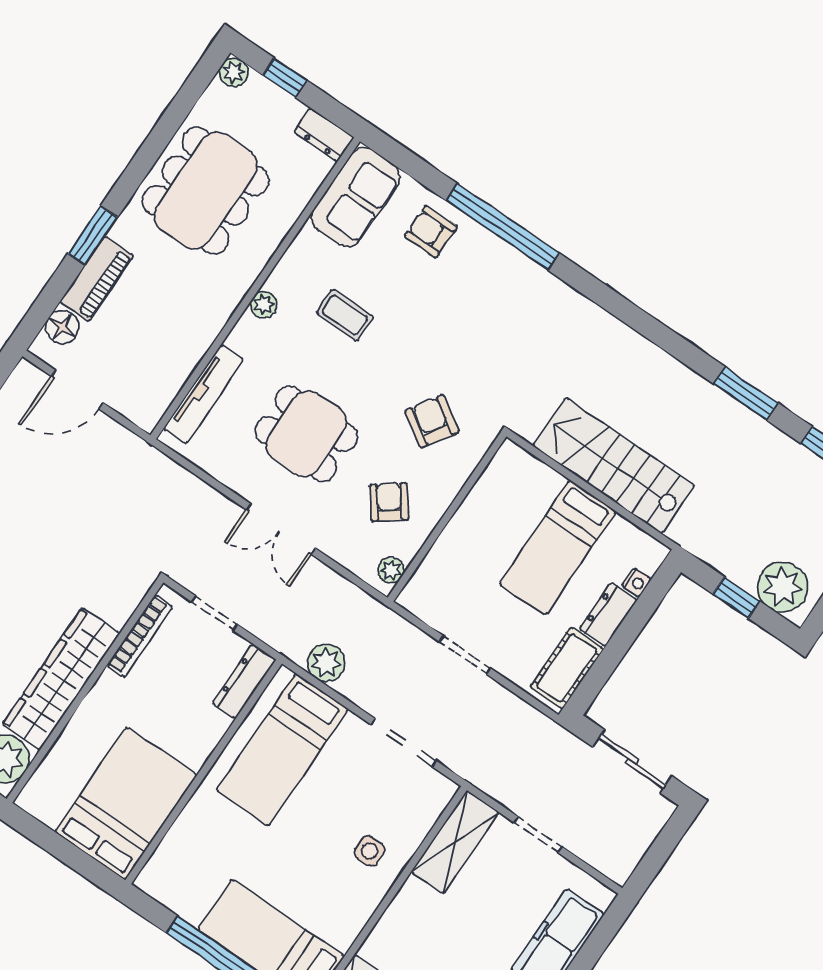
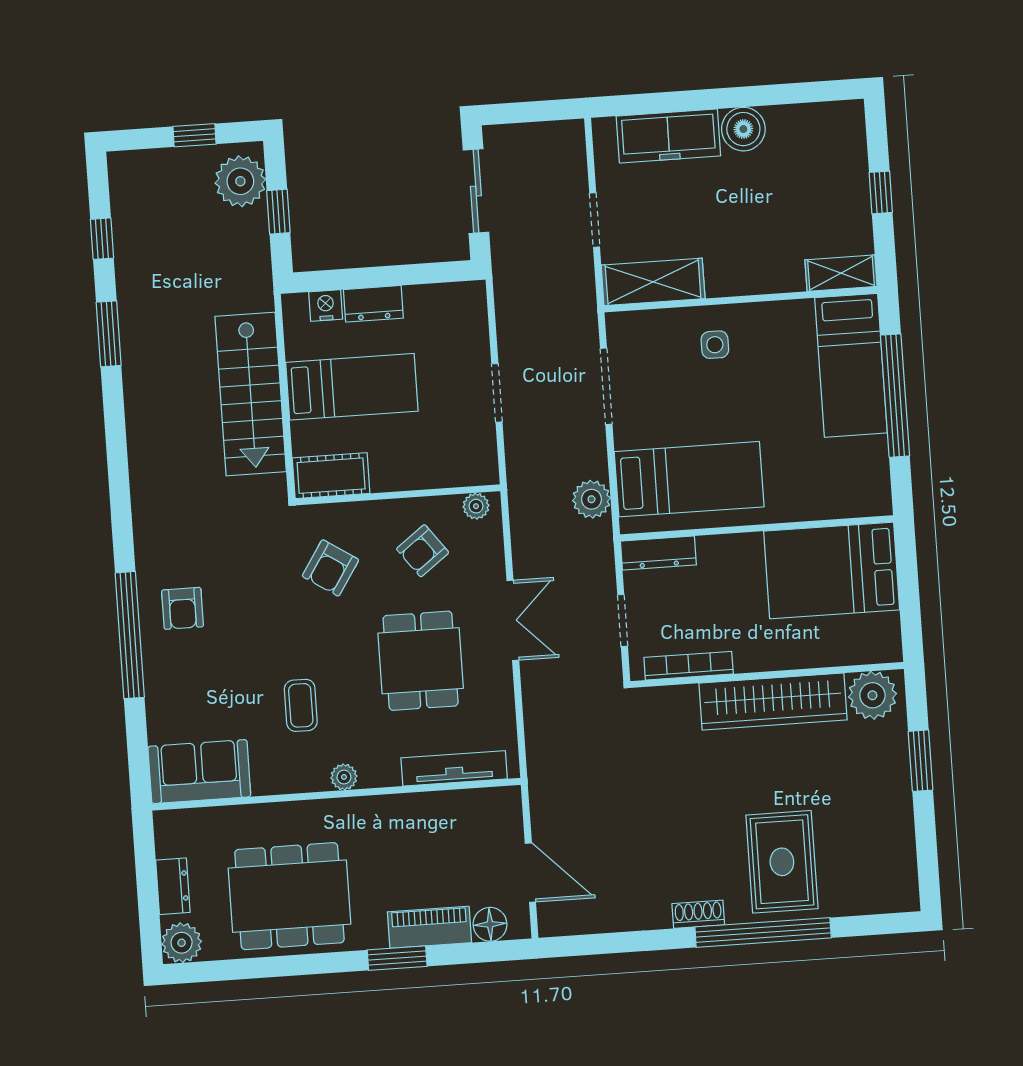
plant: (234, 72) -> (182, 943), width x1.38, depth x1.38
window: (285, 78) -> (148, 904), removed
dresser: (324, 135) -> (173, 886), moved
armchair: (431, 232) -> (182, 608), moved
nightstand: (636, 583) -> (326, 305), width x1.39, depth x1.35
cot: (567, 668) -> (331, 476), moved

